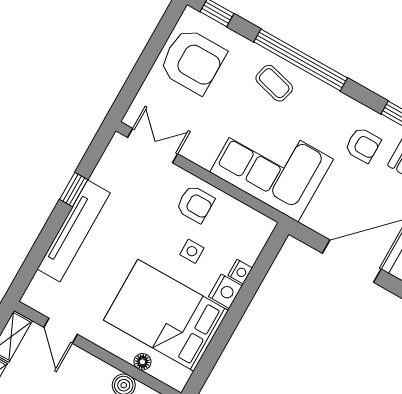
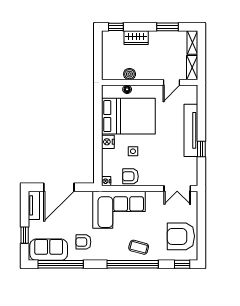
armchair: (195, 204) -> (130, 176), moved
nightstand: (240, 272) -> (106, 181), moved
door: (61, 331) -> (172, 82), swing flipped

